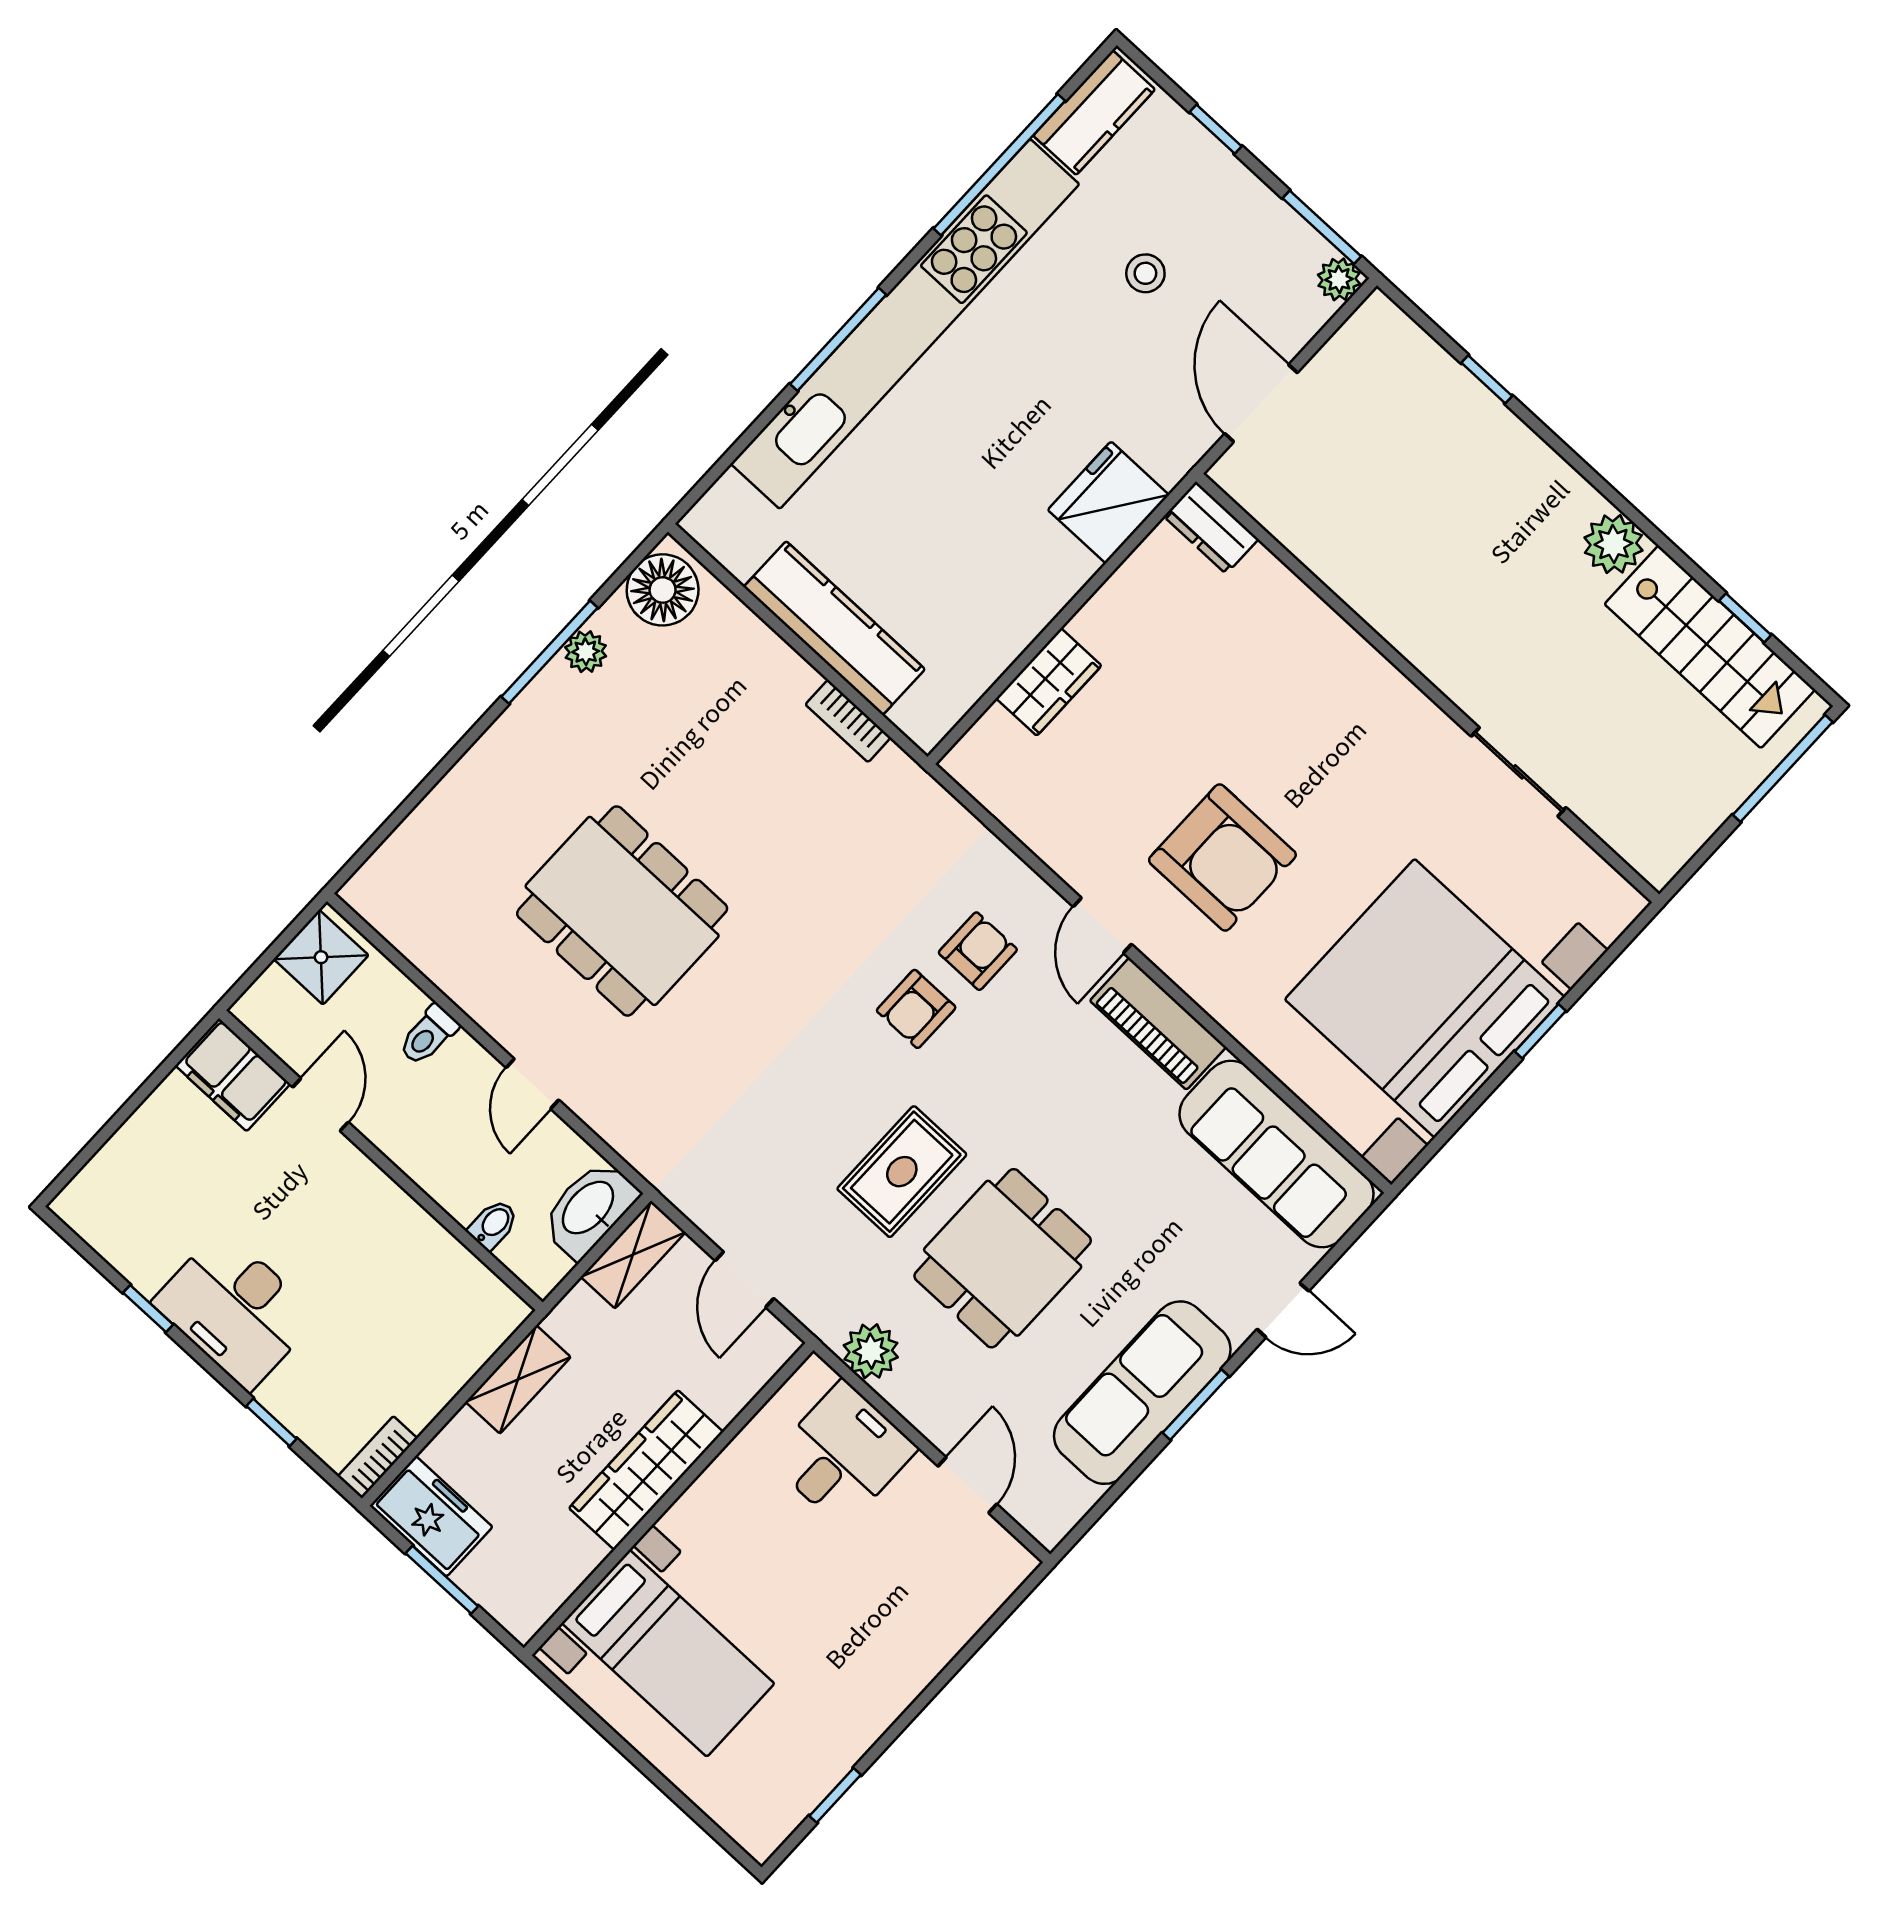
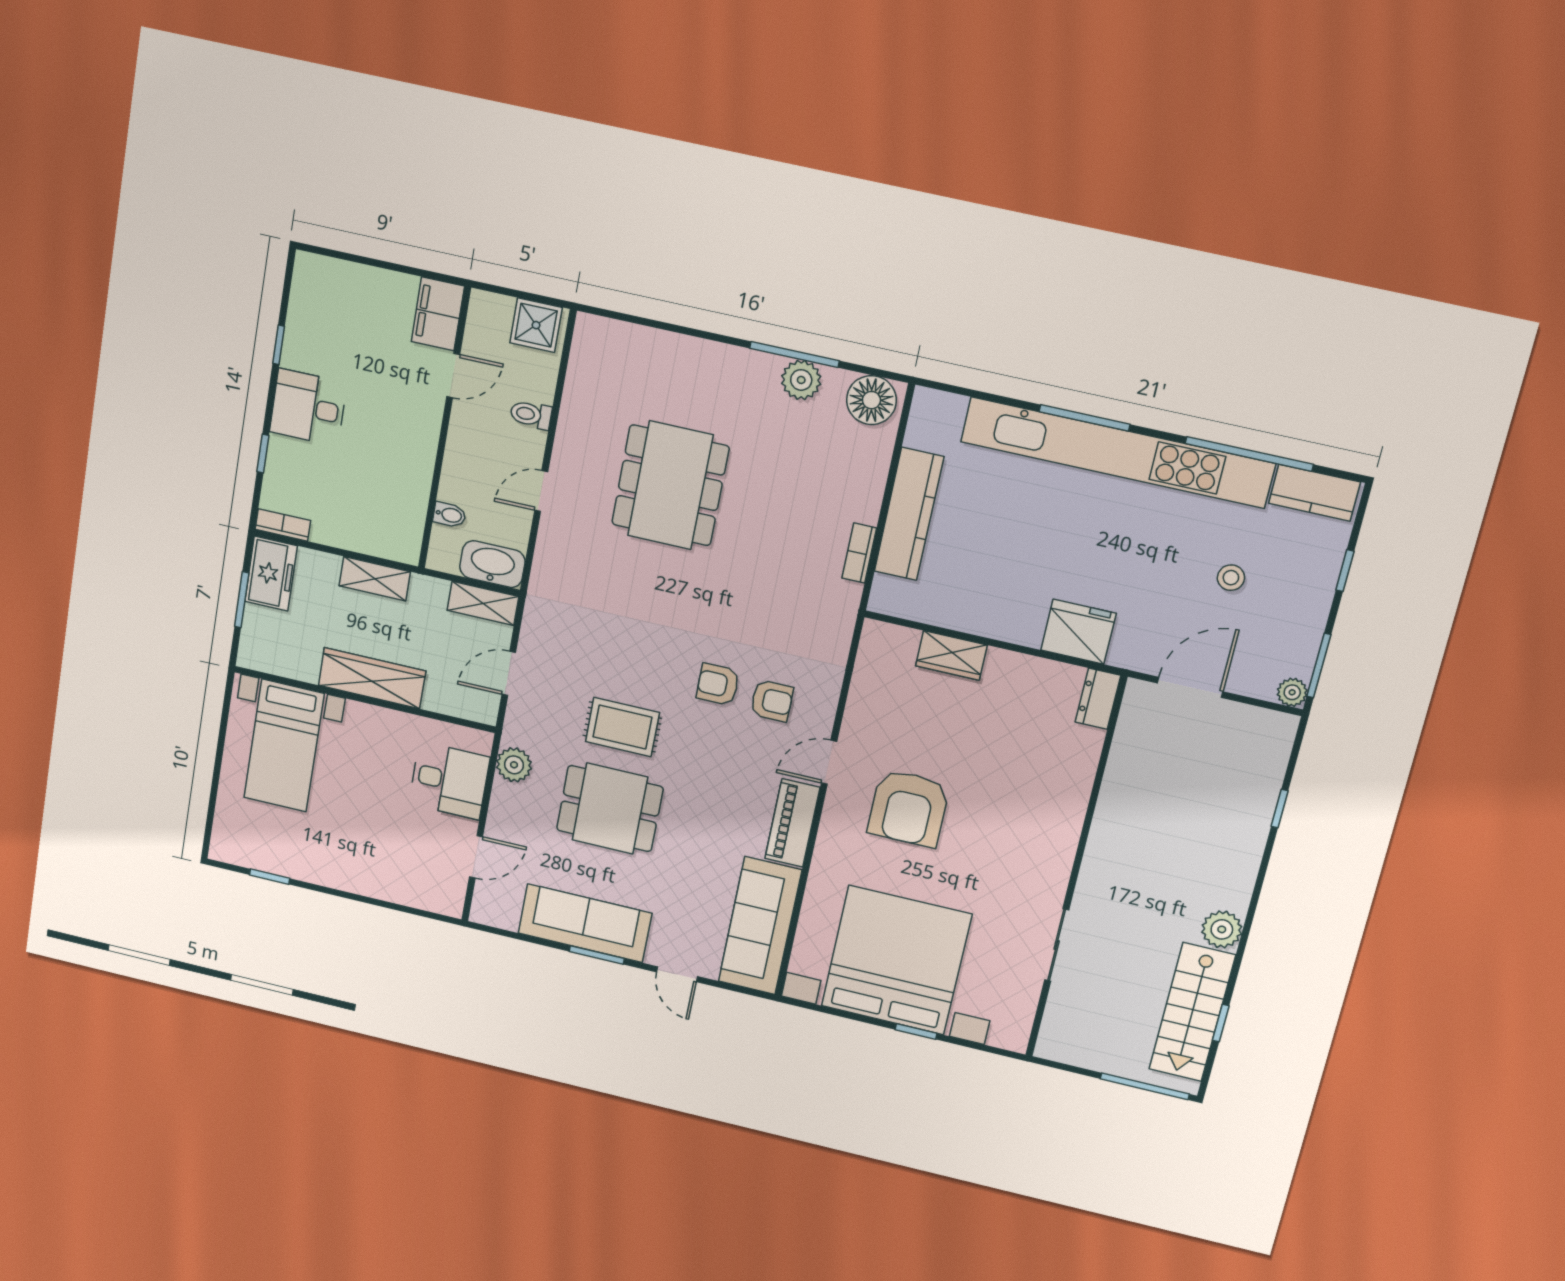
plant: (586, 652) -> (801, 380), width x1.38, depth x1.38
desk: (235, 1310) -> (308, 407), width x0.73

